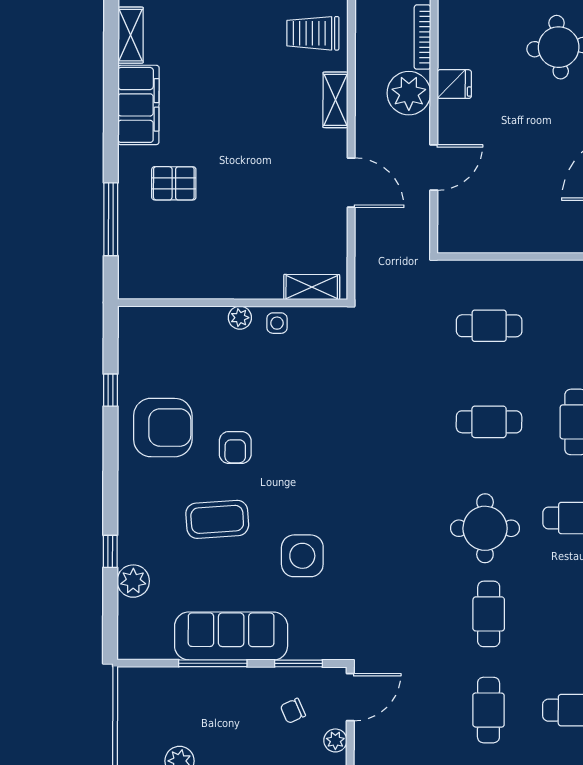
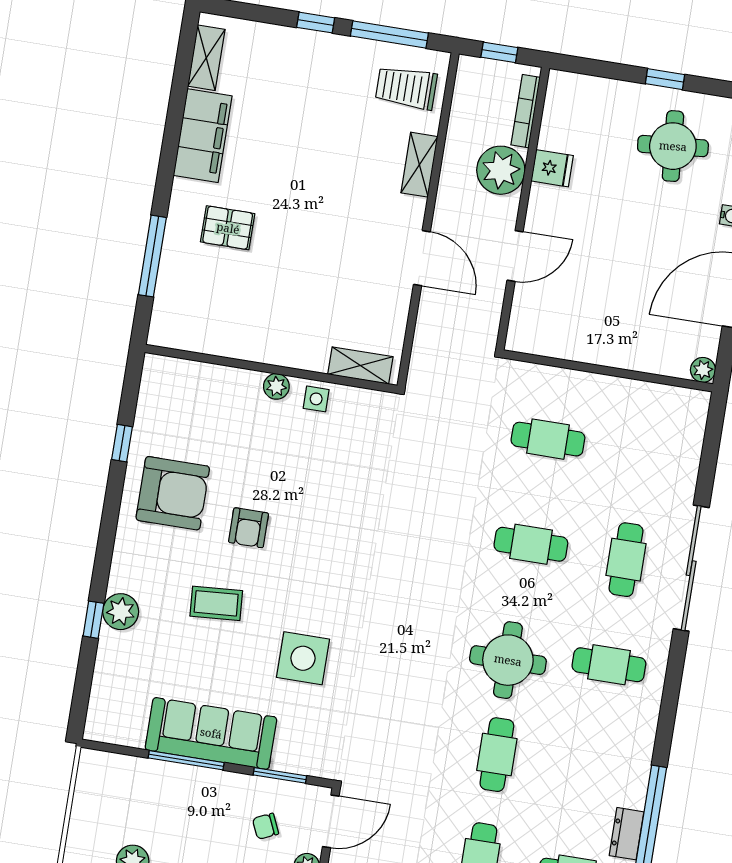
coffee table: (217, 519) -> (216, 603), width x0.73, depth x0.77
plant: (133, 581) -> (121, 612), moved

